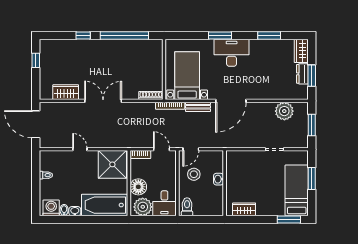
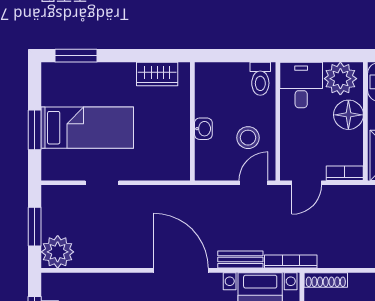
door: (231, 101) -> (181, 270), hinge flipped
plant: (284, 111) -> (58, 252), moved
door: (161, 149) -> (307, 183), hinge flipped
bed: (297, 190) -> (87, 128), moved, turned -90

